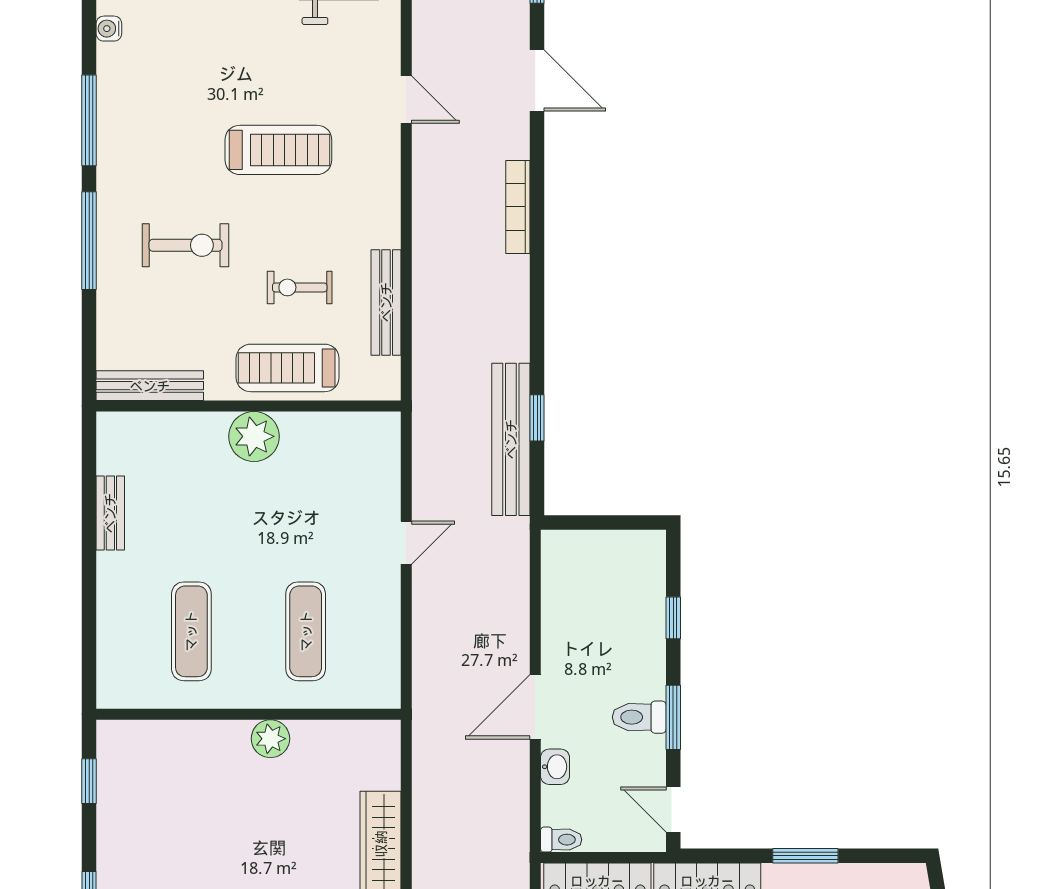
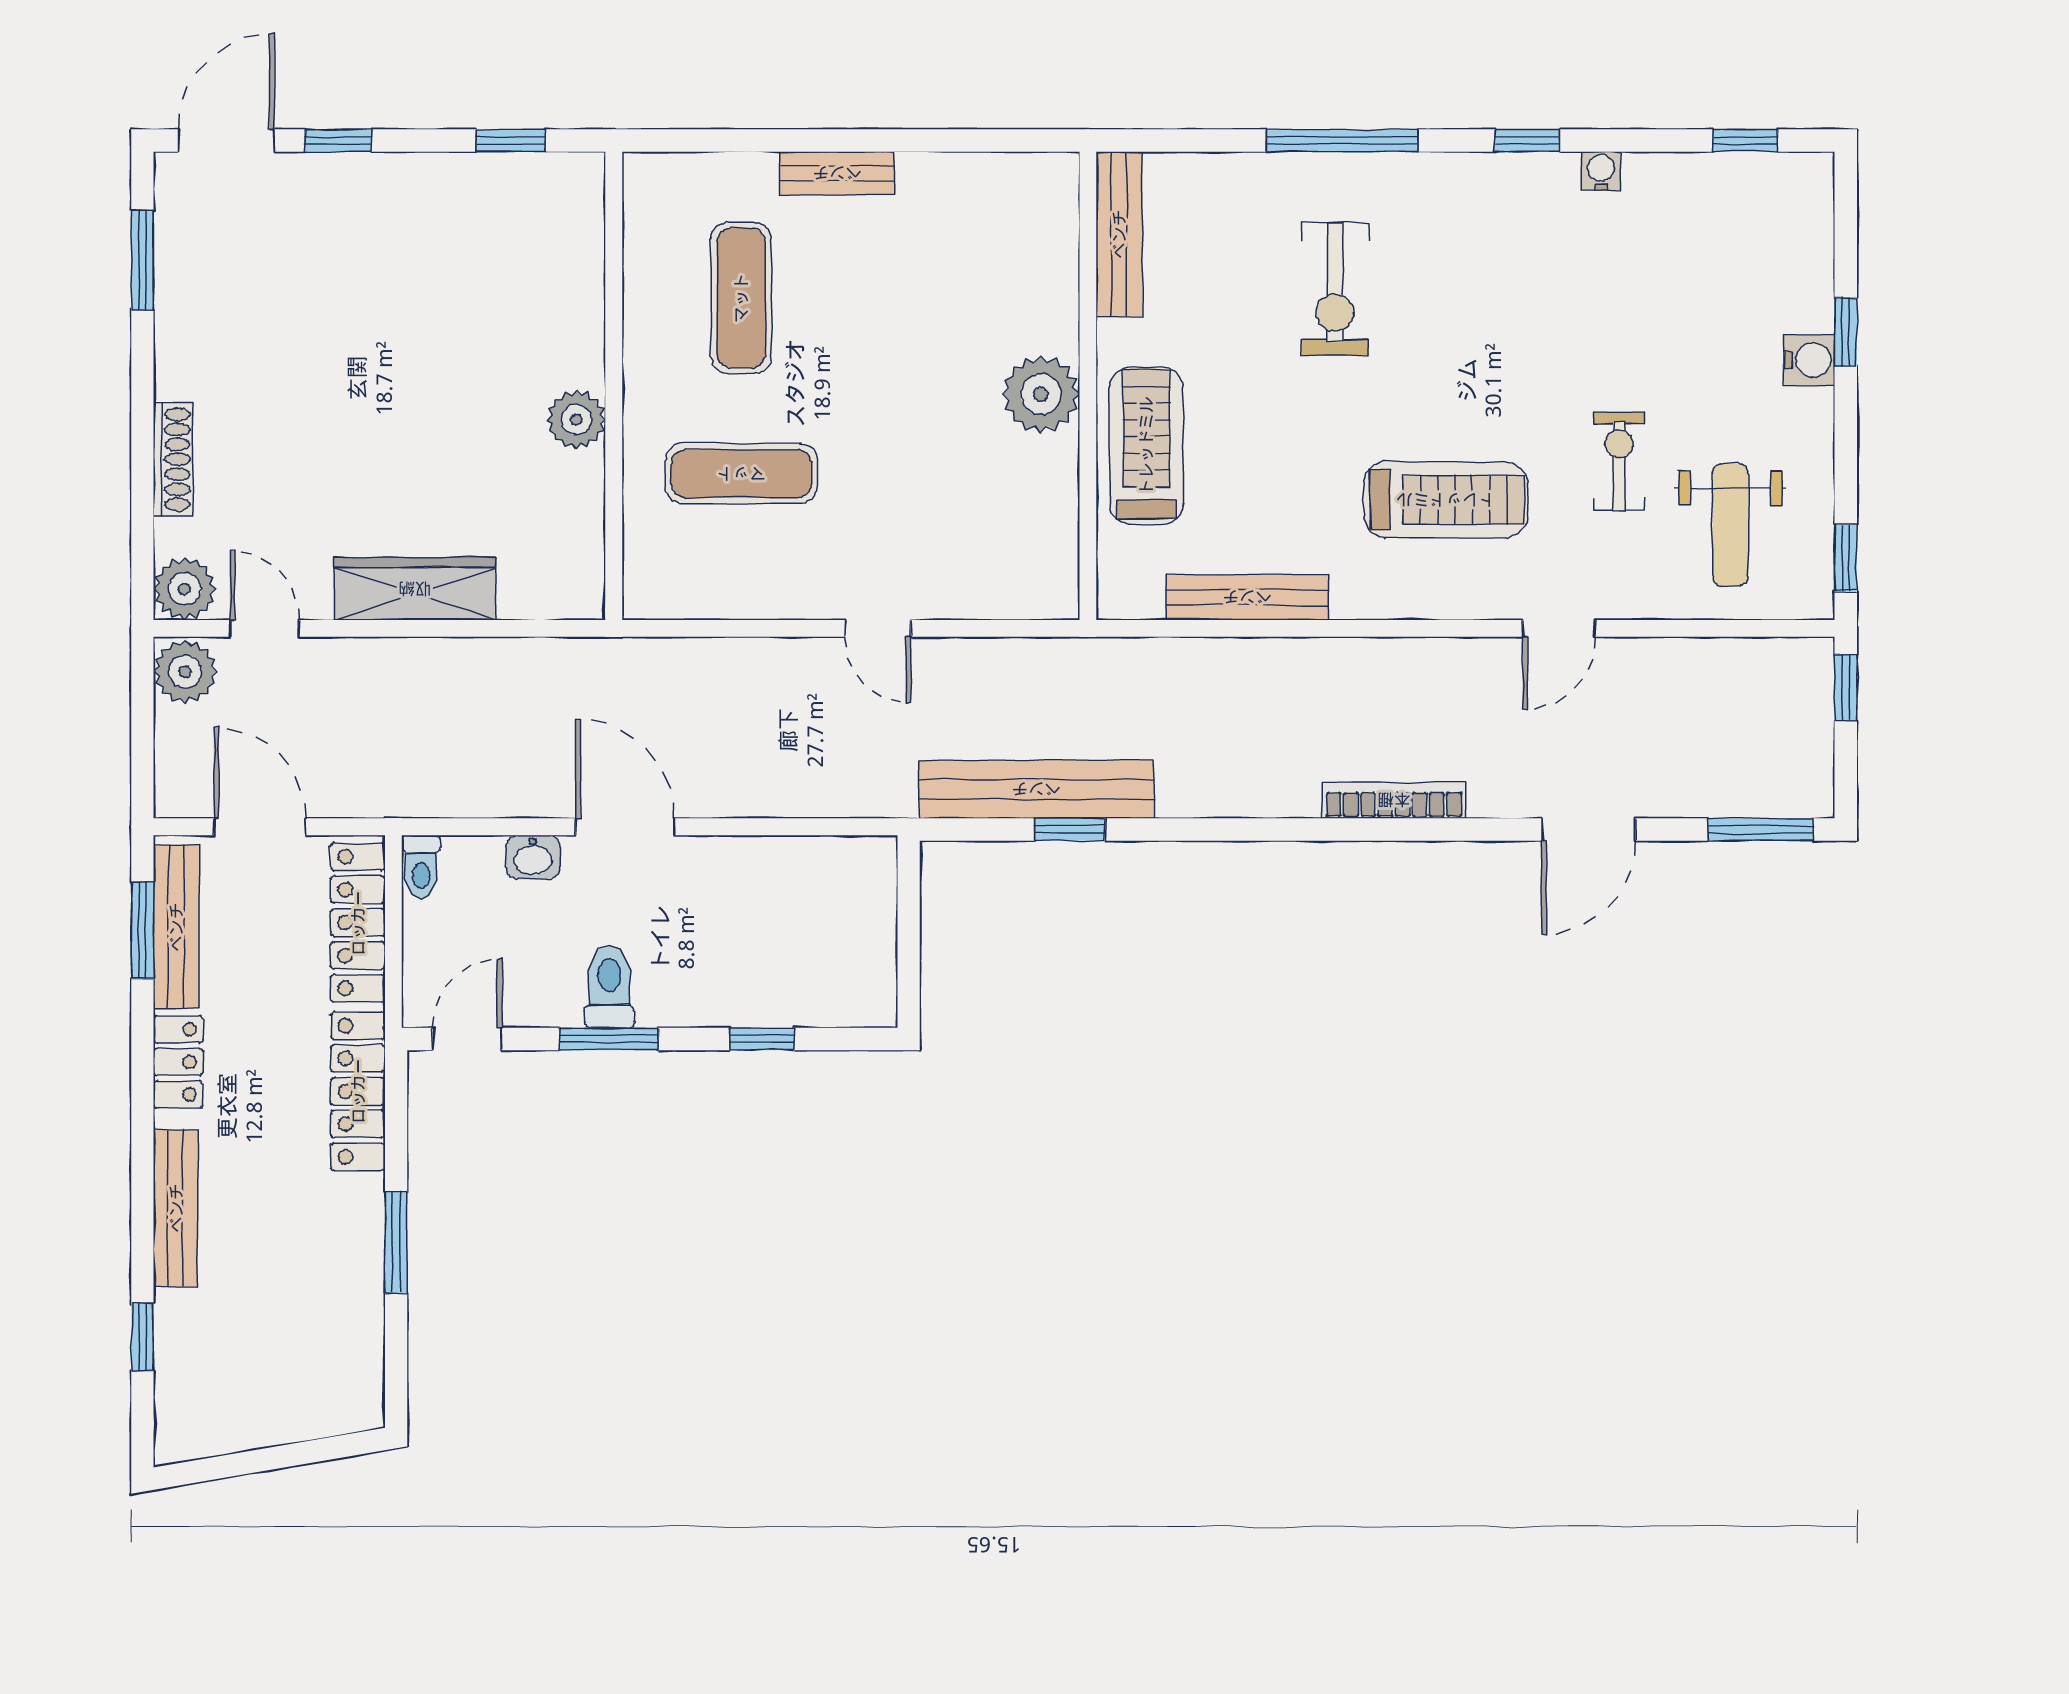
water cooler: (109, 29) -> (1601, 171), moved
window: (89, 120) -> (1527, 140), width x0.46
treadmill: (278, 150) -> (1446, 500), moved, turned -90
exercise bike: (300, 287) -> (1619, 462), moved
bench: (110, 513) -> (837, 173), moved
exercise mat: (191, 631) -> (741, 298), turned 90

